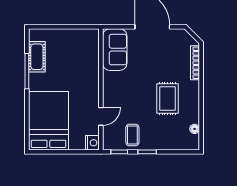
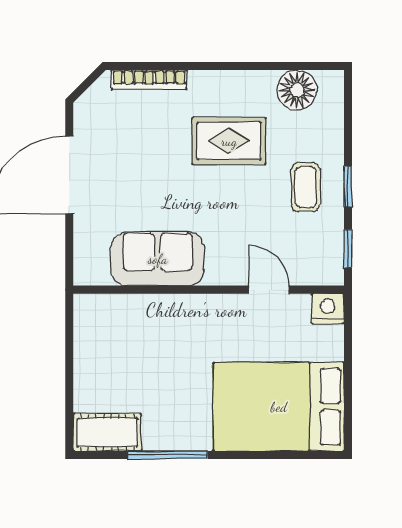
sofa: (115, 50) -> (158, 259), moved
cot: (37, 57) -> (107, 432), moved
floor lamp: (195, 129) -> (297, 90), width x1.89, depth x1.89
coffee table: (132, 135) -> (306, 187), moved, turned 90

